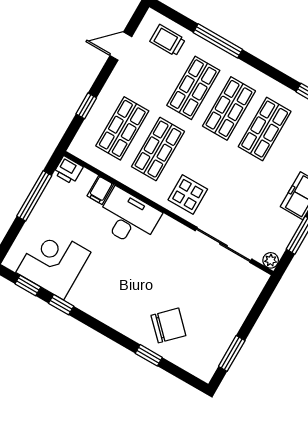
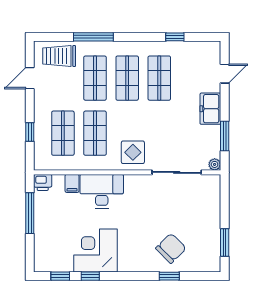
trolley: (168, 40) -> (59, 56), width x1.36, depth x1.39
corner desk: (53, 262) -> (95, 251), moved

